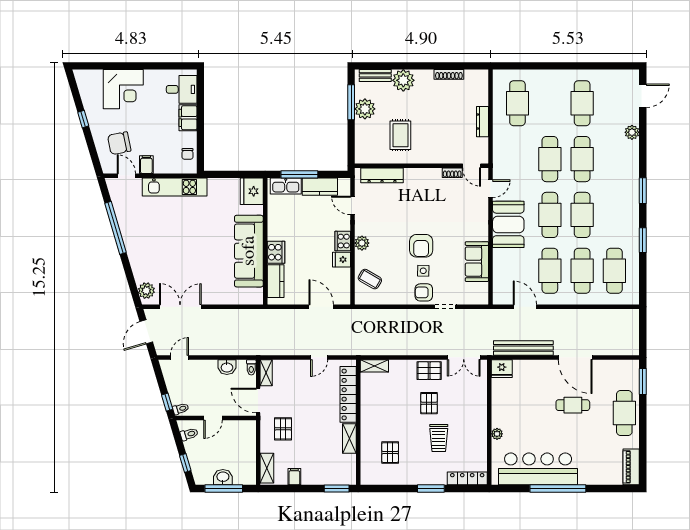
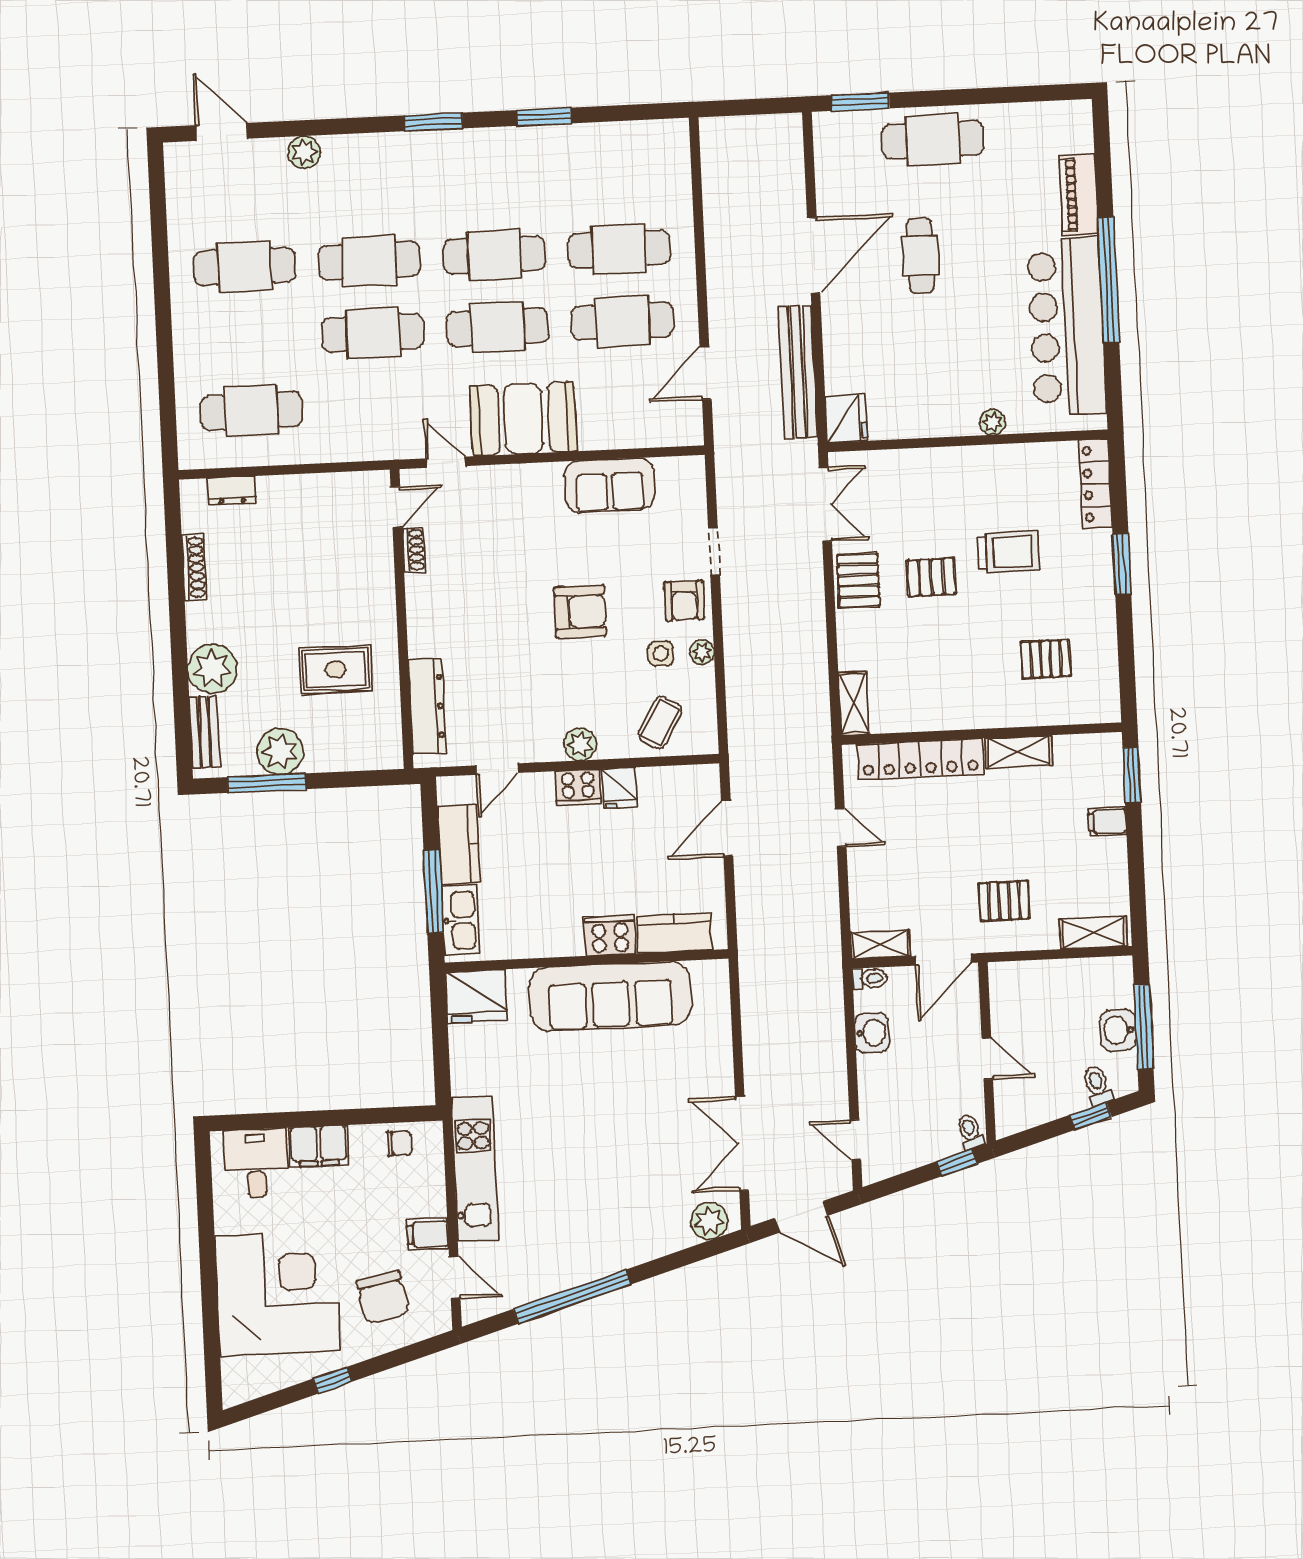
corner desk: (123, 89) -> (277, 1293), width x1.36, depth x1.36
dresser: (483, 122) -> (232, 490), moved, width x0.70
door: (126, 176) -> (455, 1278), swing flipped
side table: (423, 271) -> (661, 653), moved
cafe table: (614, 271) -> (616, 177), removed
plant: (400, 299) -> (702, 652), added
toilet: (189, 434) -> (1097, 1085), moved
piano: (631, 467) -> (1078, 195), moved, turned 90
filing cabinet: (294, 477) -> (1107, 821), moved

